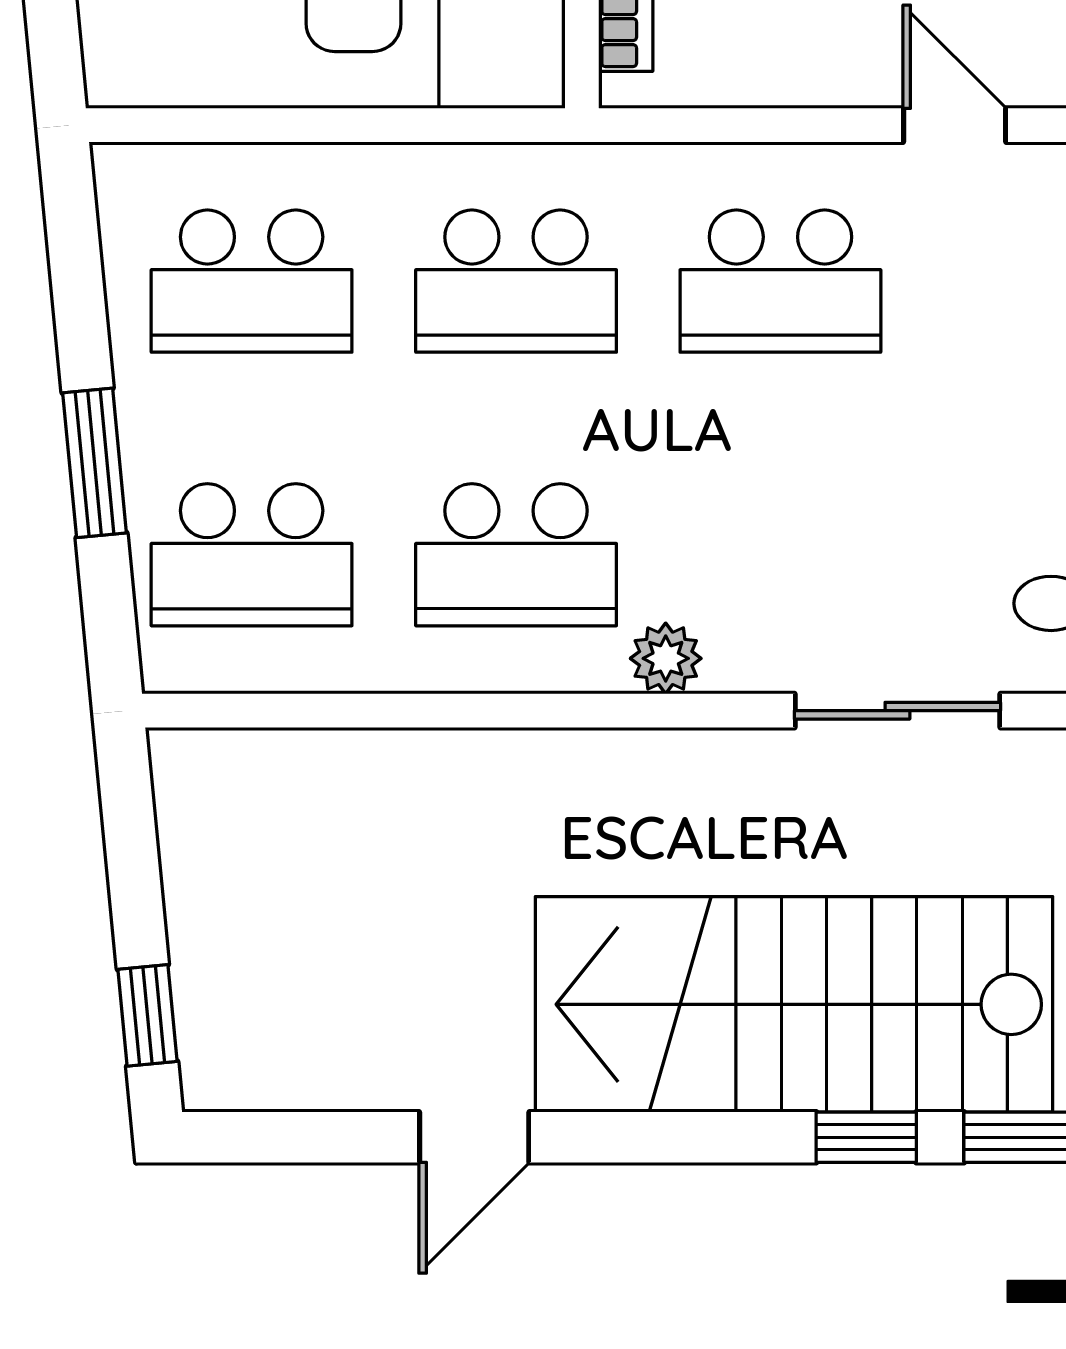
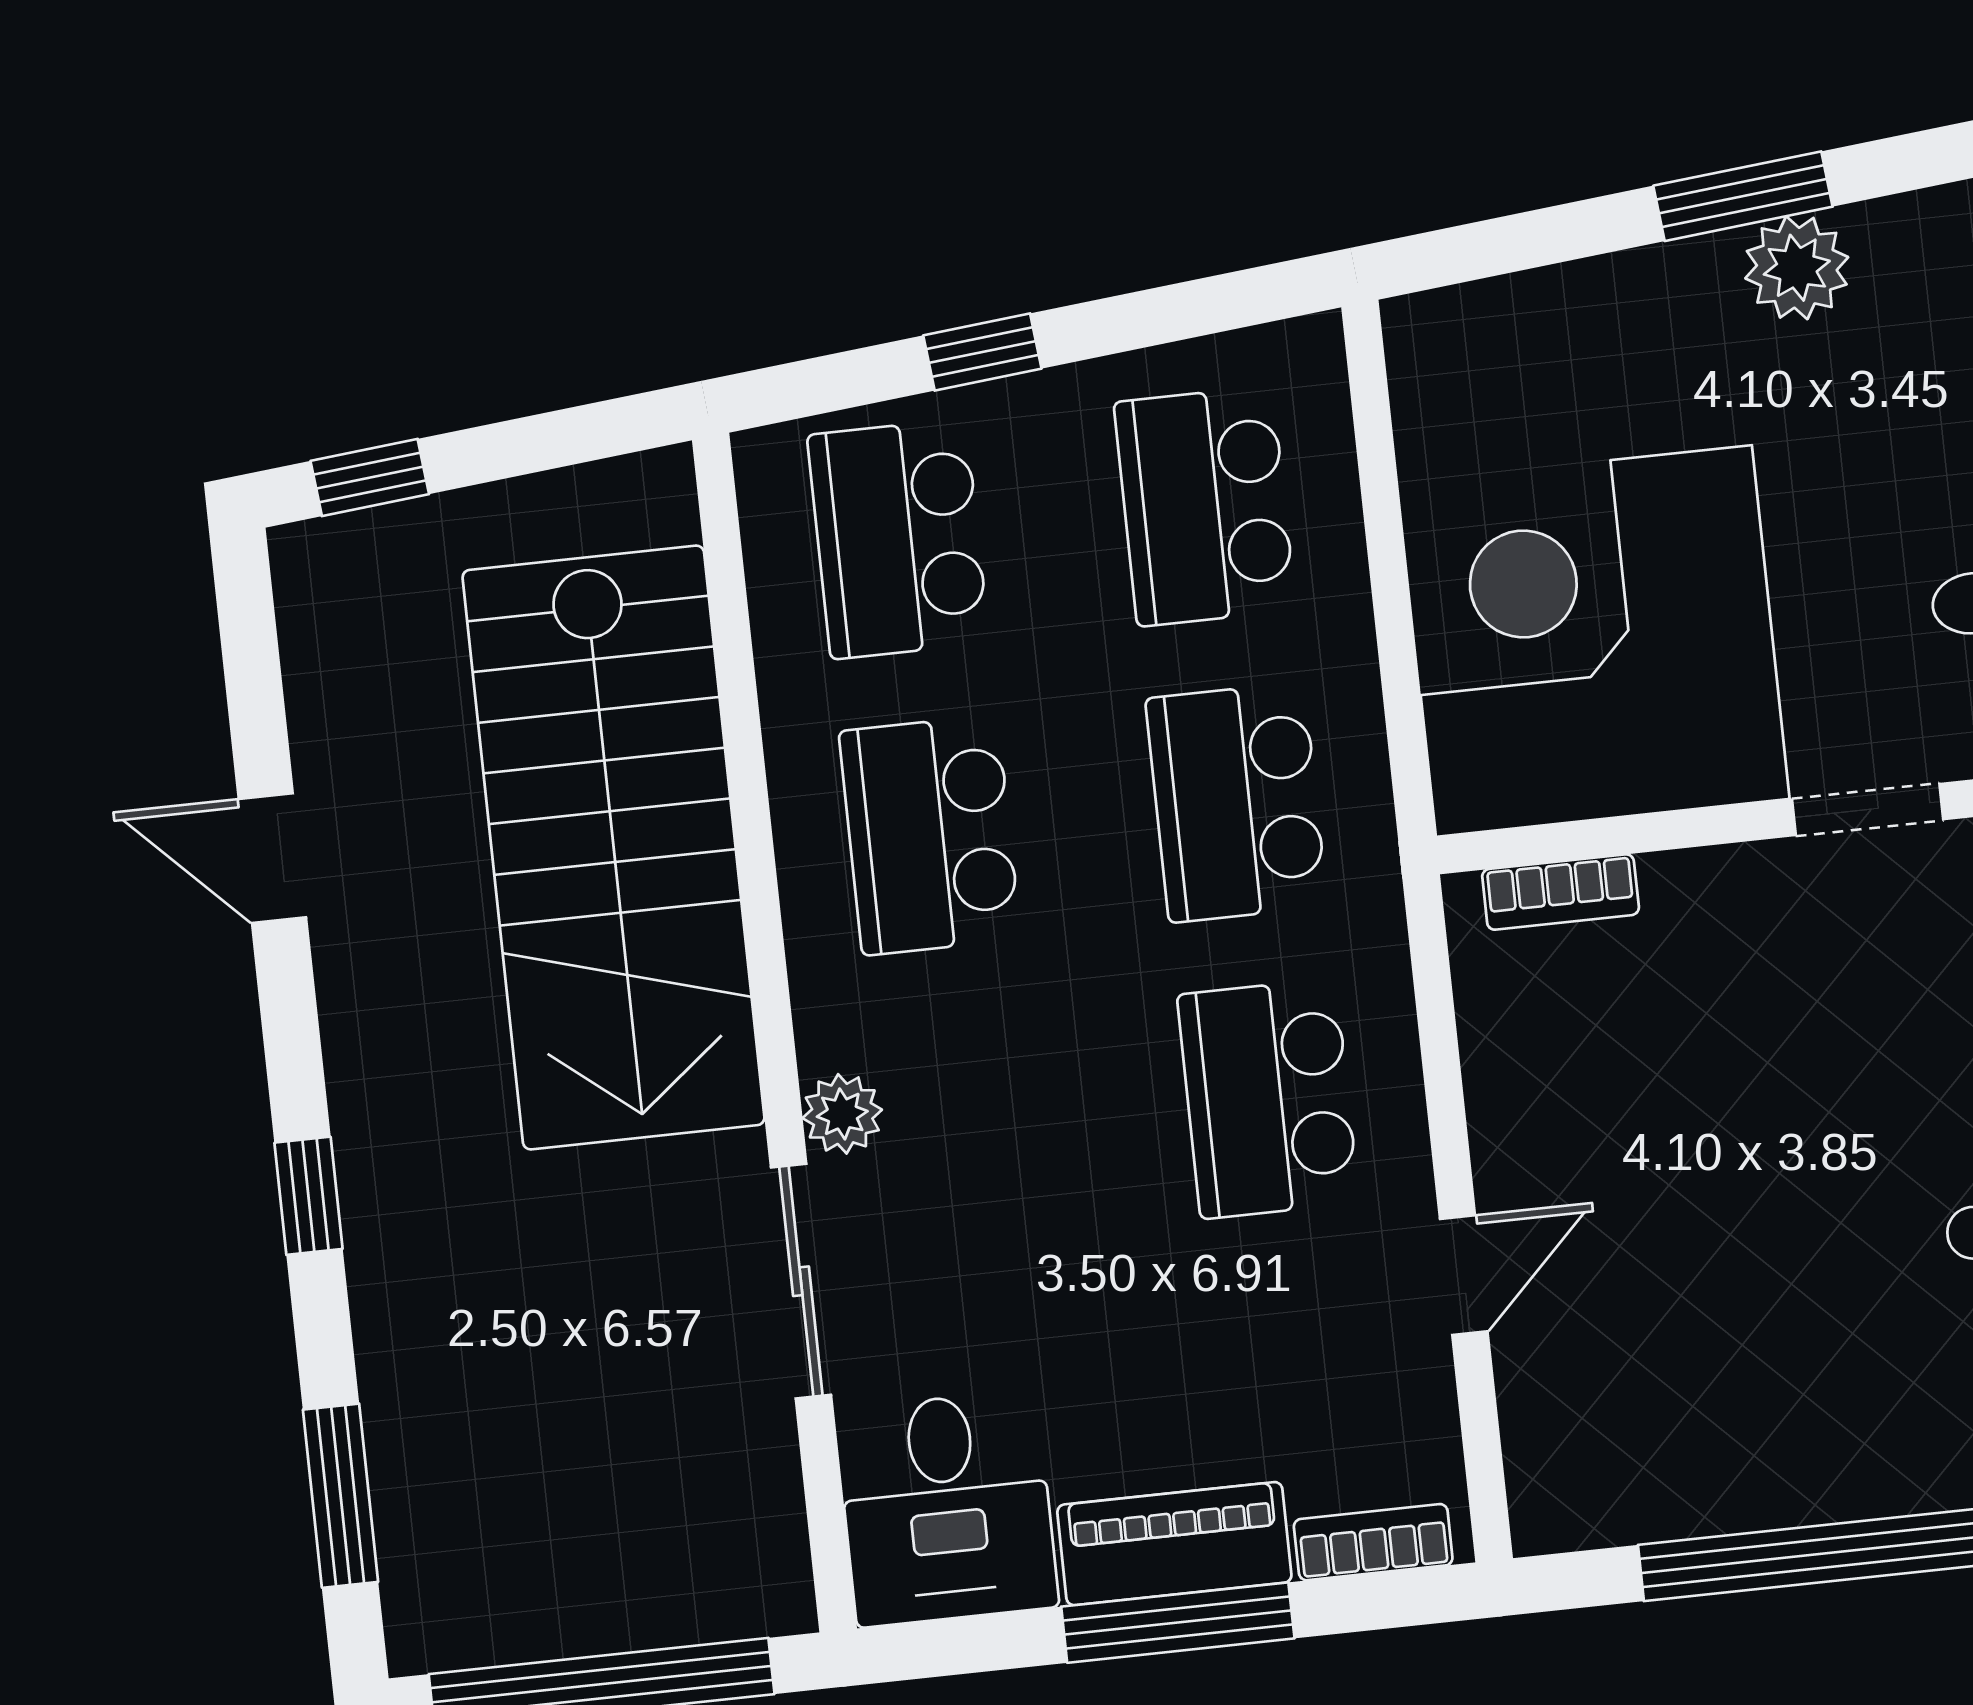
window: (95, 463) -> (982, 352), width x0.67
plant: (666, 658) -> (842, 1114), moved
stairs: (794, 1004) -> (614, 848), moved, turned 180
window: (866, 1137) -> (308, 1196), moved

